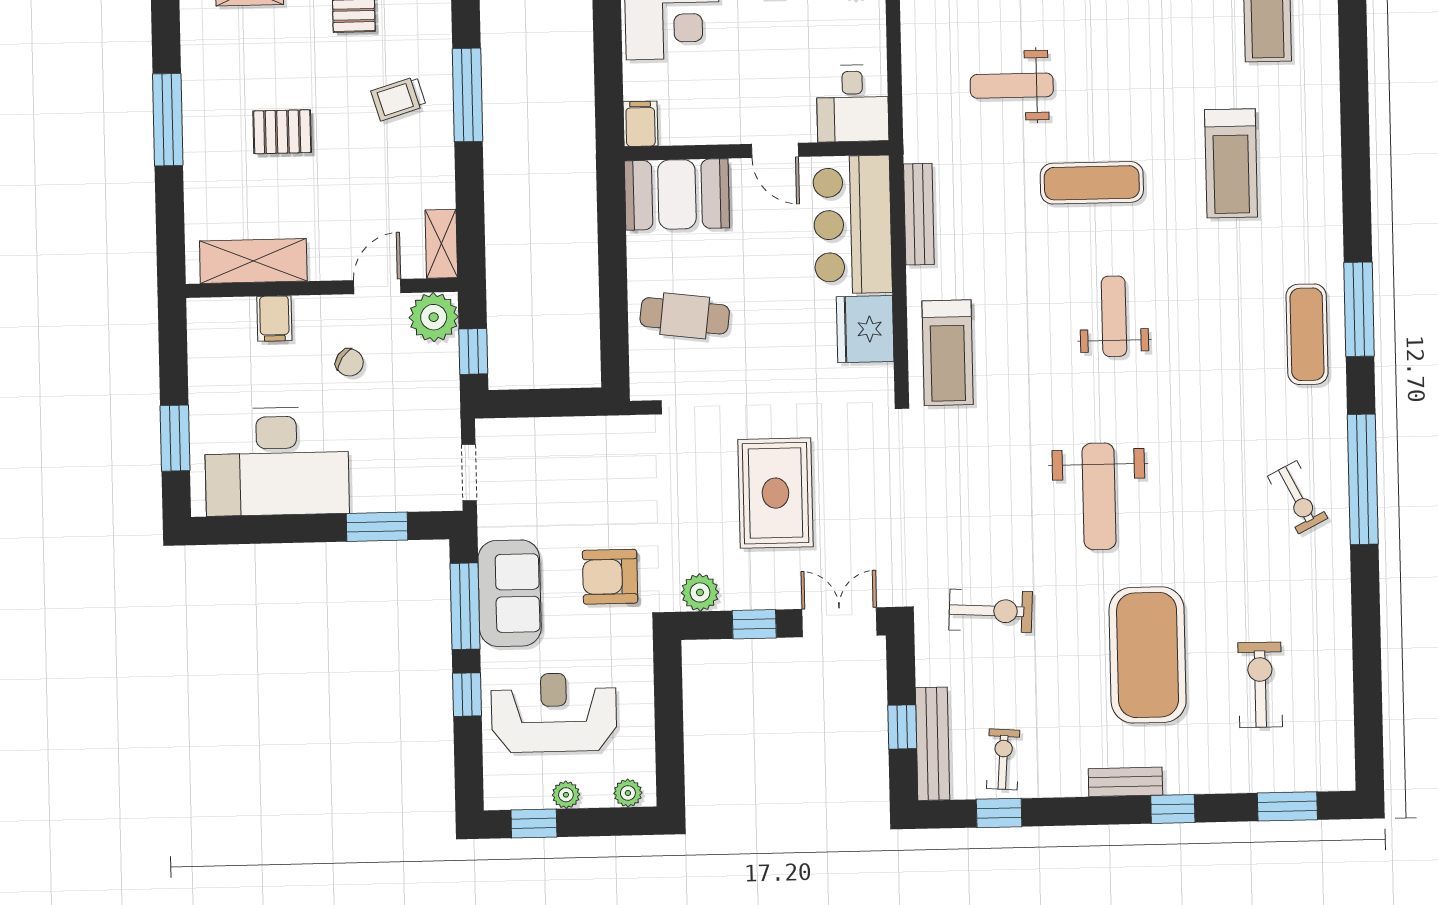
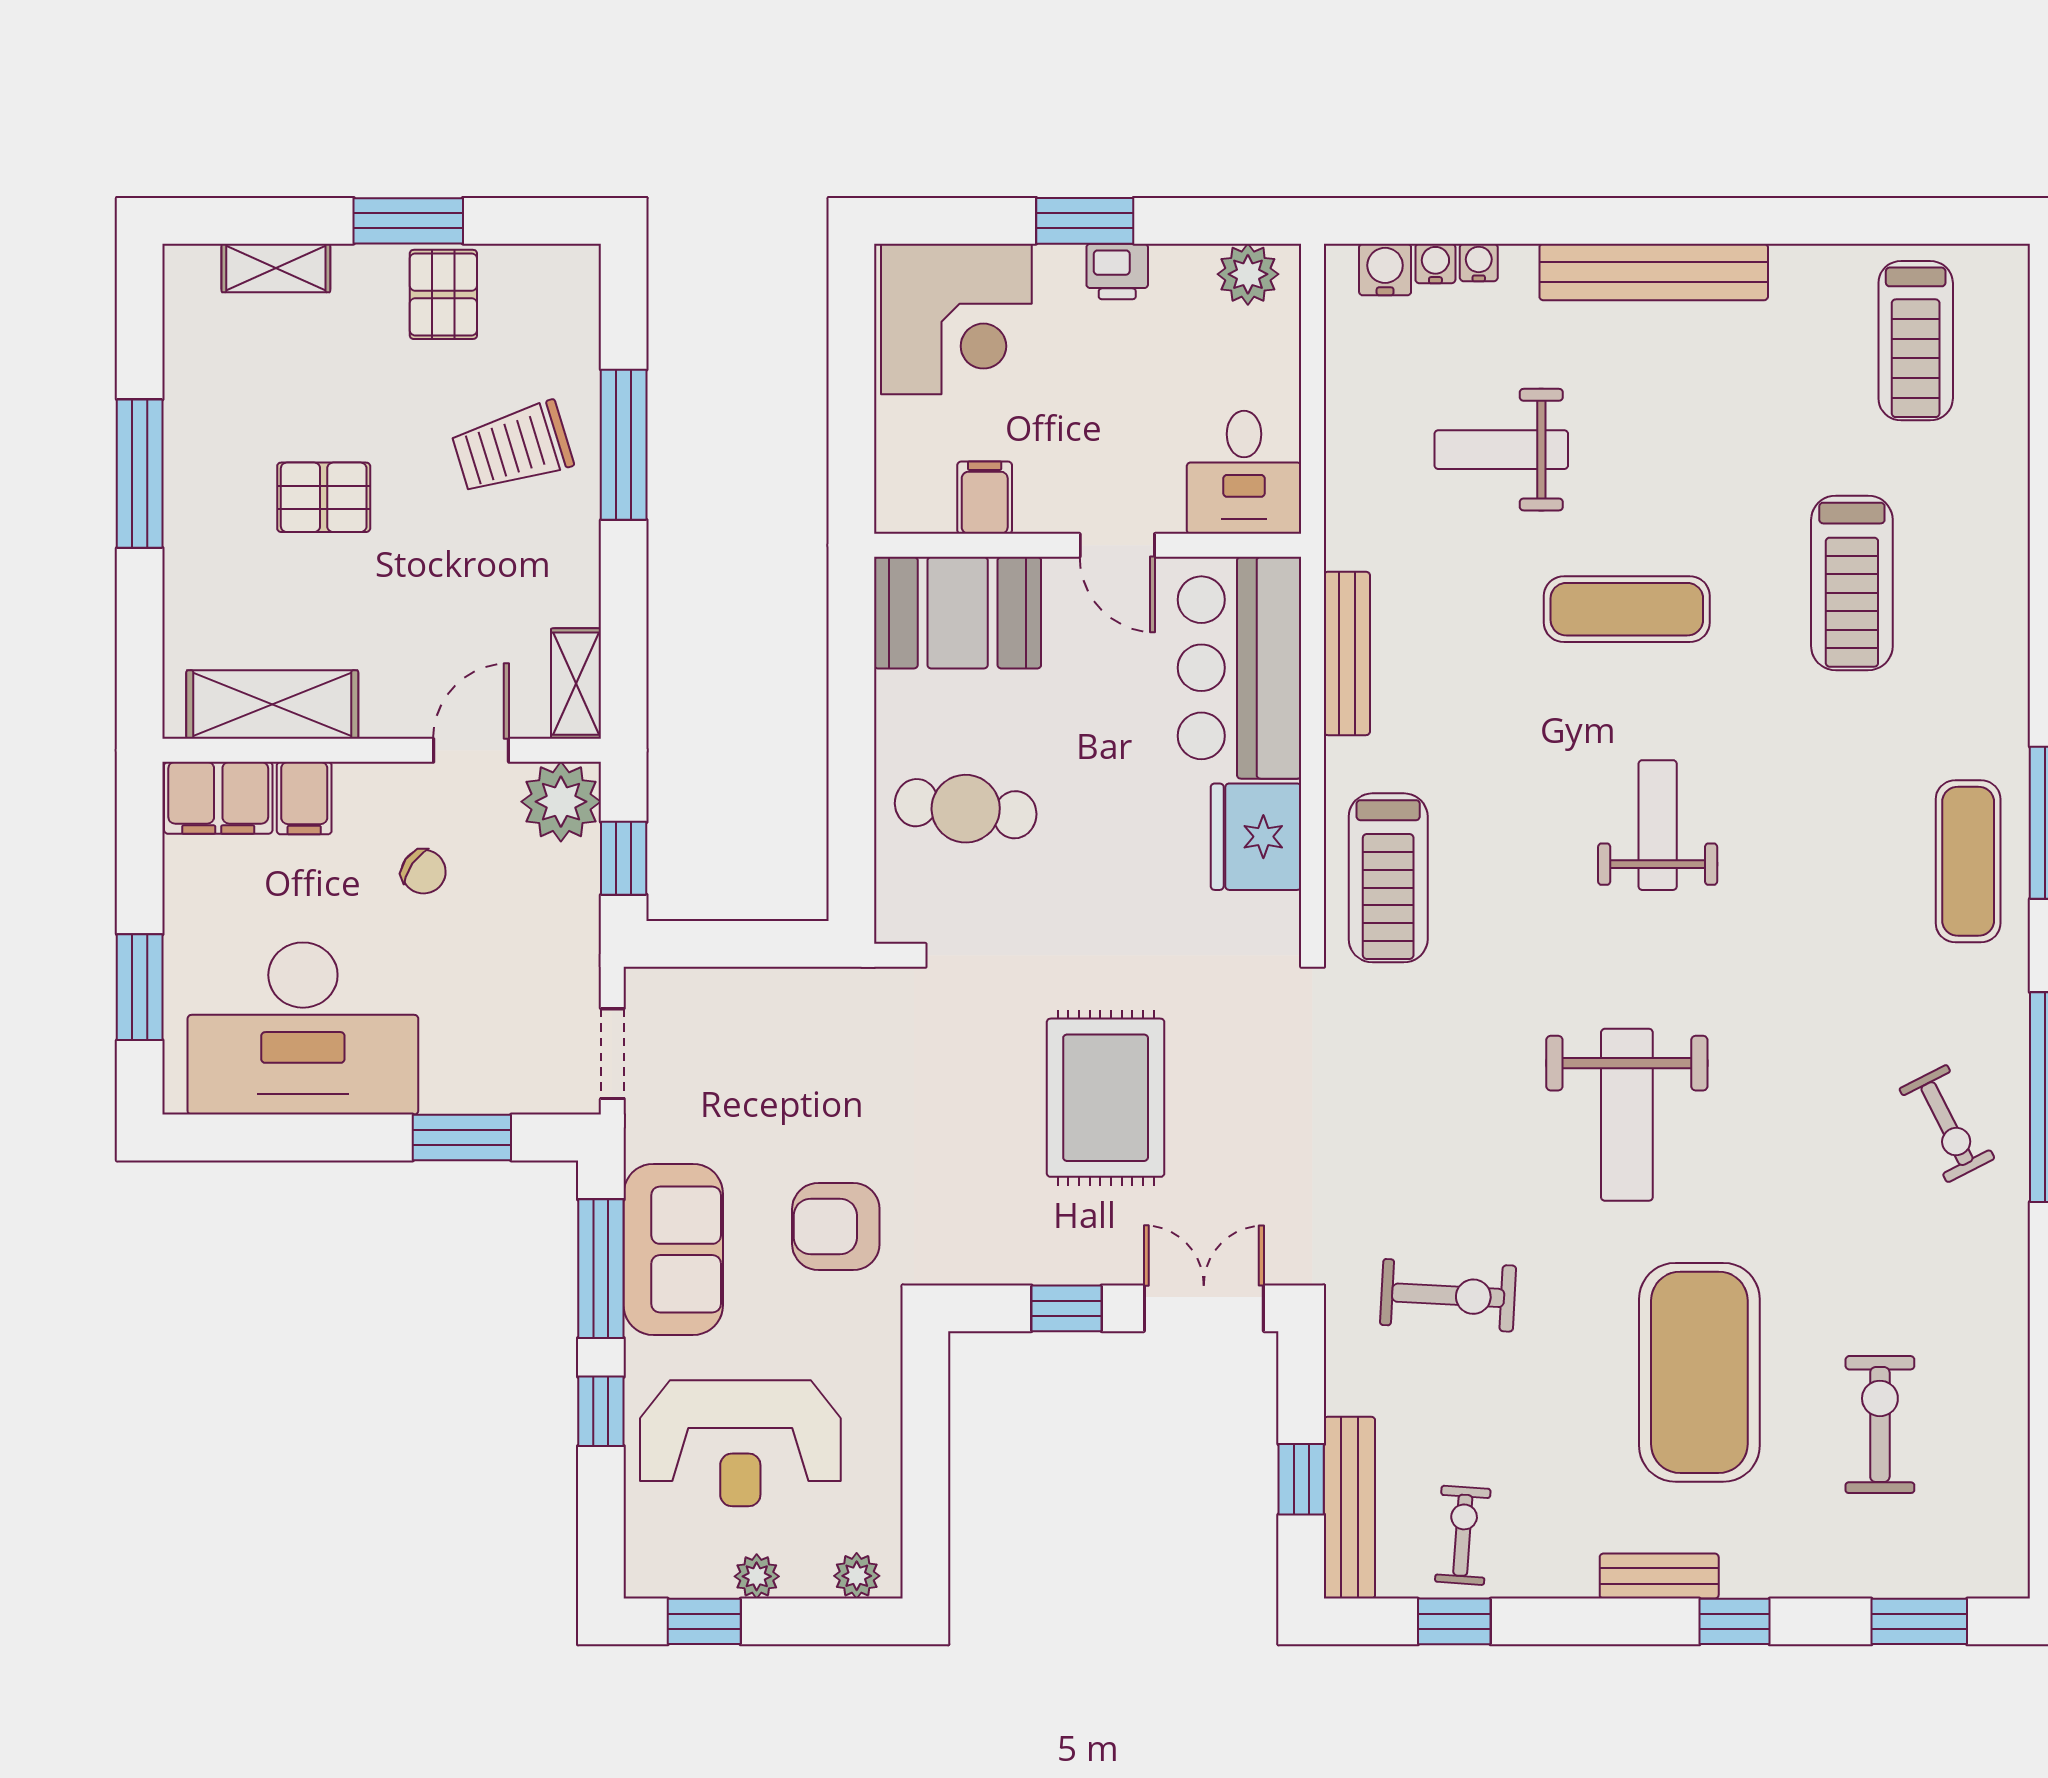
trolley: (399, 98) -> (512, 448), width x1.36, depth x1.39
filing cabinet: (640, 124) -> (985, 498), moved
filing cabinet: (221, 320) -> (218, 798), added
plant: (700, 592) -> (980, 1255), removed
reception desk: (554, 712) -> (740, 1443), turned 180

